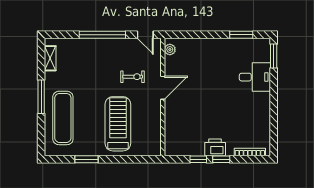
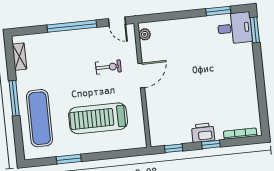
desk: (255, 77) -> (235, 28), moved
treadmill: (118, 124) -> (98, 118), turned -90
window: (198, 159) -> (174, 148), moved

